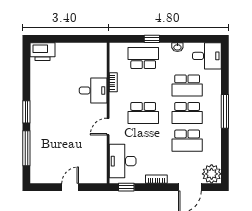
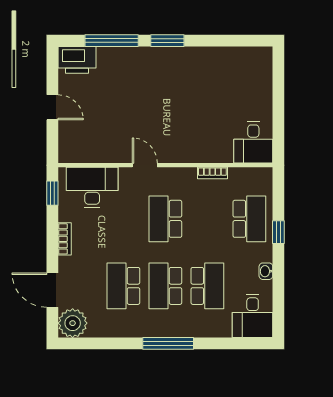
printer: (43, 52) -> (77, 60), moved, turned -90
school desk: (187, 86) -> (207, 286), turned 180
desk: (93, 90) -> (253, 142), moved

